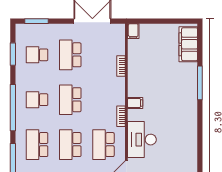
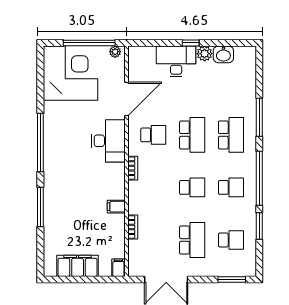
filing cabinet: (188, 44) -> (78, 266), moved, turned -90
window: (13, 54) -> (259, 226), moved
school desk: (70, 100) -> (192, 187), width x0.54
filing cabinet: (135, 103) -> (116, 207), moved
window: (200, 138) -> (40, 143), added
school desk: (103, 145) -> (153, 135), width x0.54

